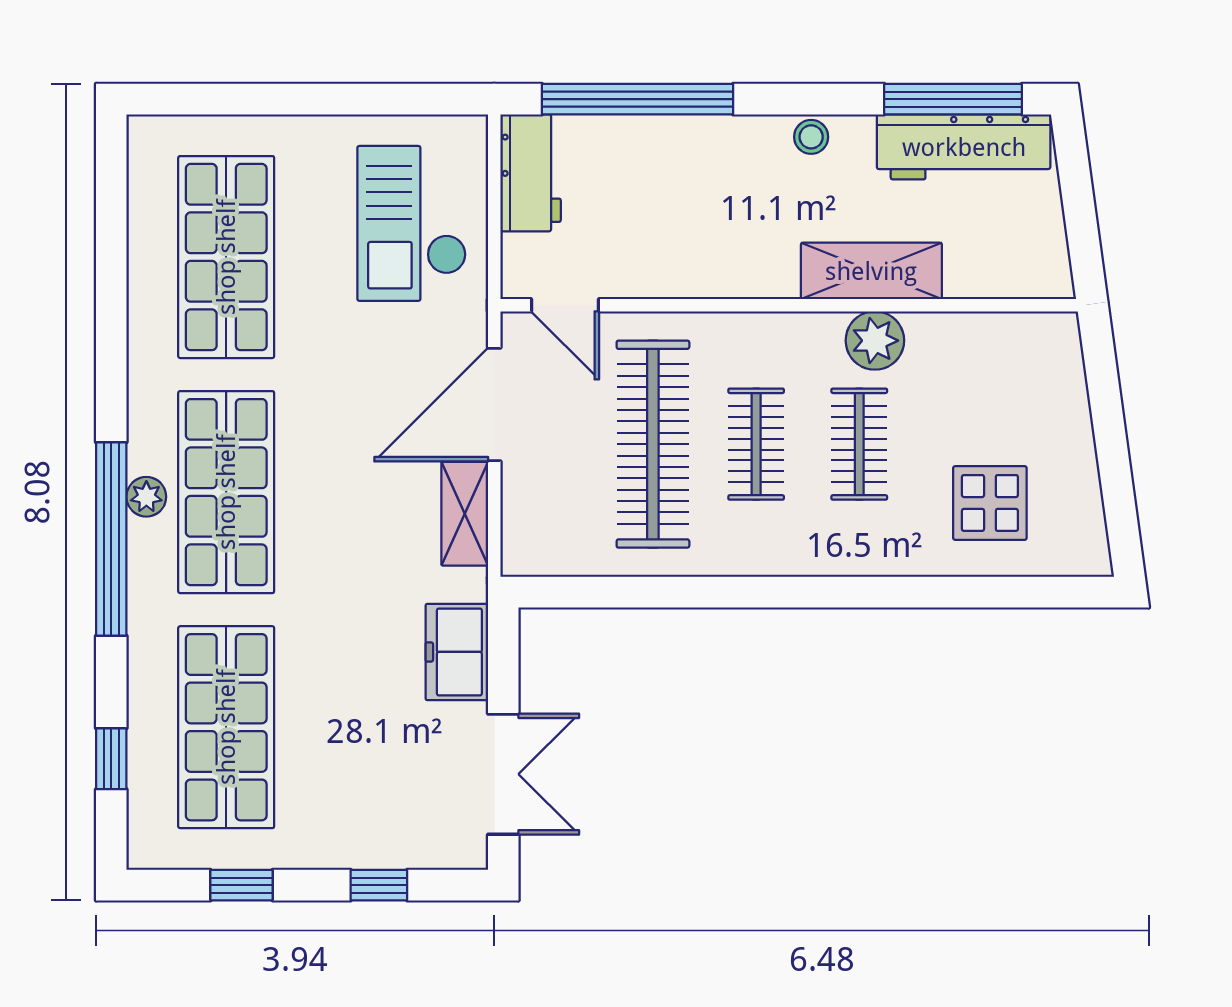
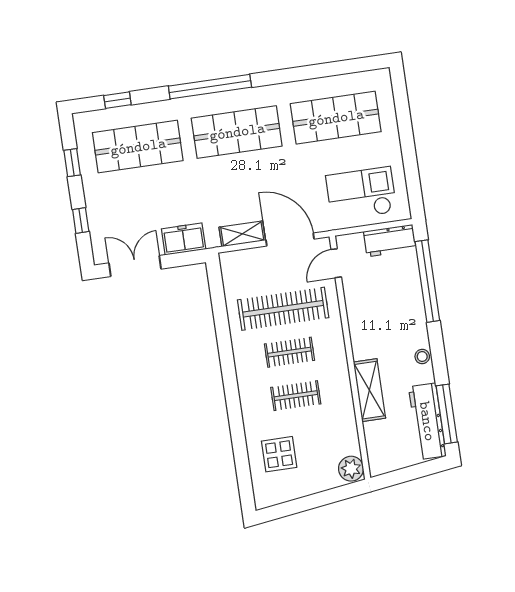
plant: (875, 341) -> (351, 469), moved
plant: (146, 497) -> (230, 99), removed
double door: (503, 774) -> (135, 266), swing flipped

